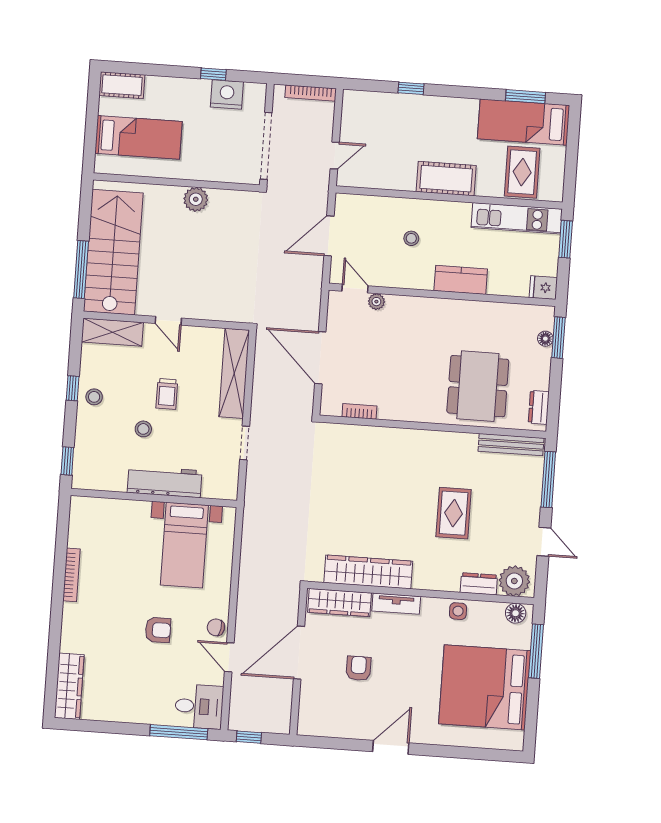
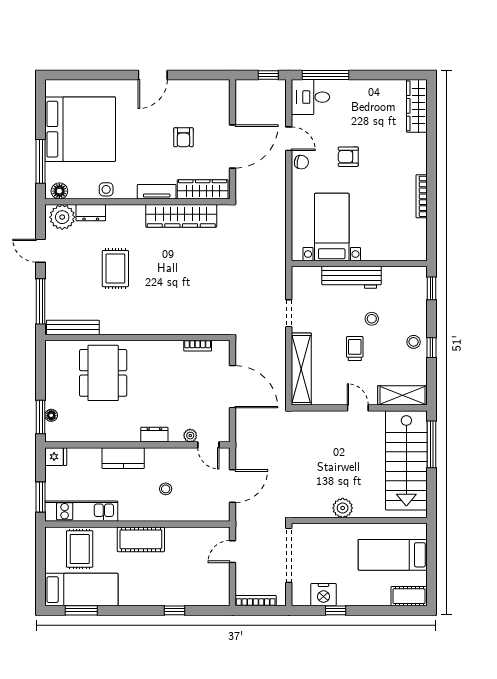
dresser: (539, 407) -> (154, 435), moved, turned -90

